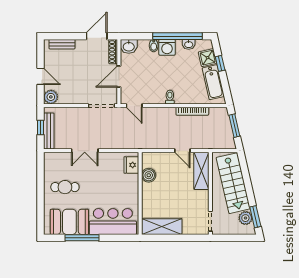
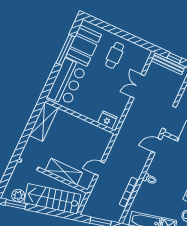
shelving: (201, 171) -> (64, 172), moved
boiler: (149, 175) -> (92, 131), removed

